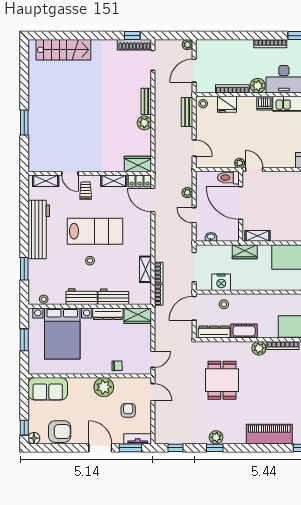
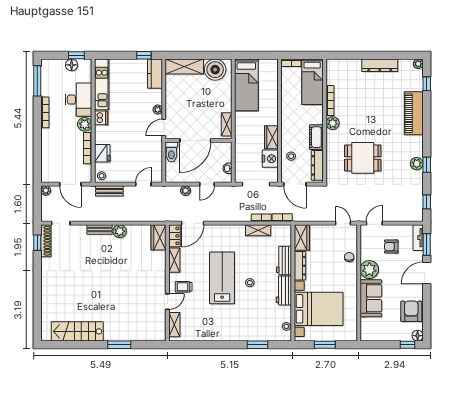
stairs: (63, 50) -> (77, 331), moved, turned -90
plant: (240, 163) -> (158, 110), moved
workbench: (39, 230) -> (220, 331), removed
wardrobe: (245, 252) -> (271, 137), moved, turned 180
sofa: (48, 389) -> (371, 298), moved

